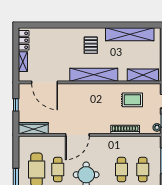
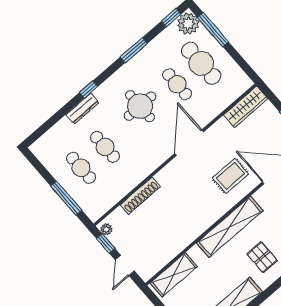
rug: (132, 100) -> (230, 176), moved

